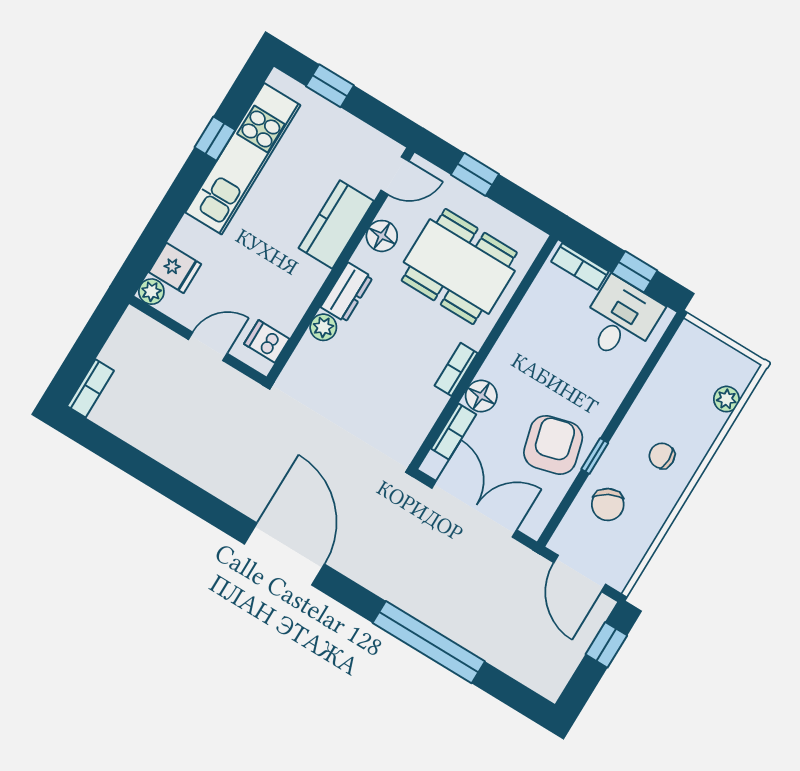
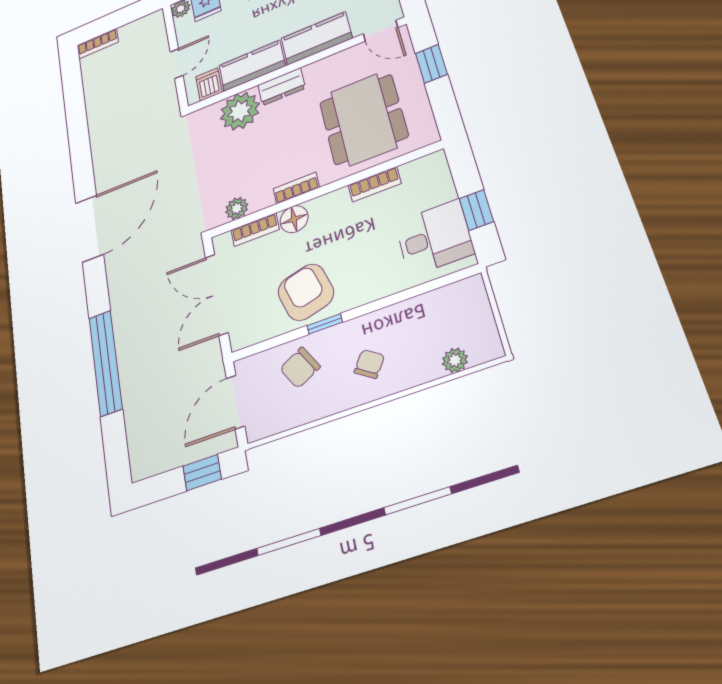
floor lamp: (382, 236) -> (336, 65), removed
bookcase: (580, 266) -> (375, 184), moved, turned -90
kitchen counter: (295, 294) -> (252, 66), added
plant: (323, 327) -> (240, 111), width x1.87, depth x1.87
door: (208, 346) -> (176, 64), hinge flipped
plant: (417, 427) -> (237, 208), added
armchair: (553, 445) -> (306, 292), turned -90
chair: (662, 456) -> (369, 364), turned 34
double door: (474, 509) -> (217, 295), swing flipped

